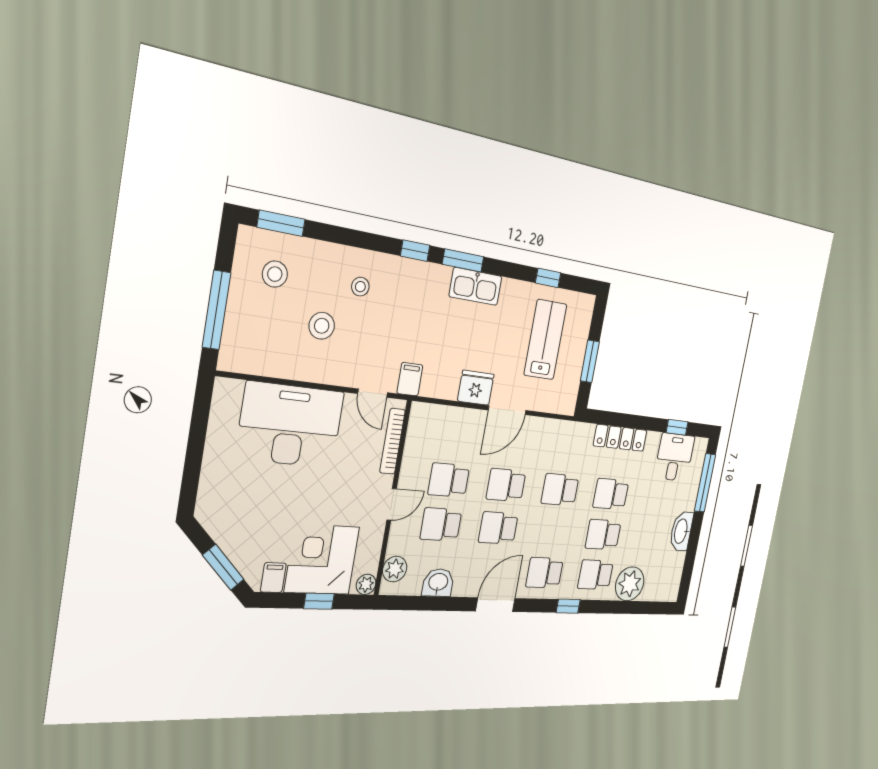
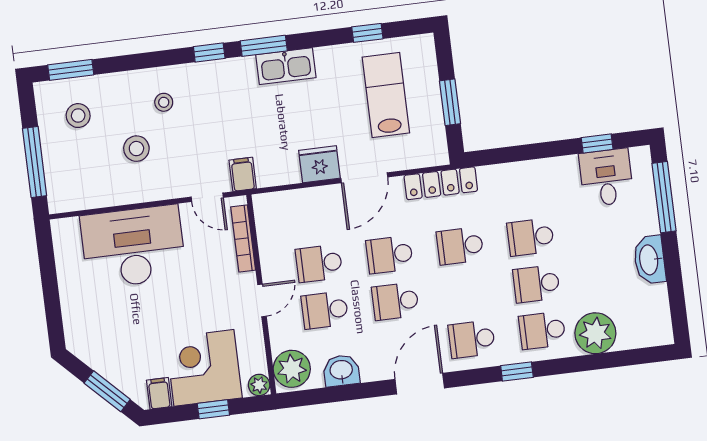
locker: (620, 438) -> (441, 183), moved
plant: (395, 569) -> (292, 369), width x1.36, depth x1.36

